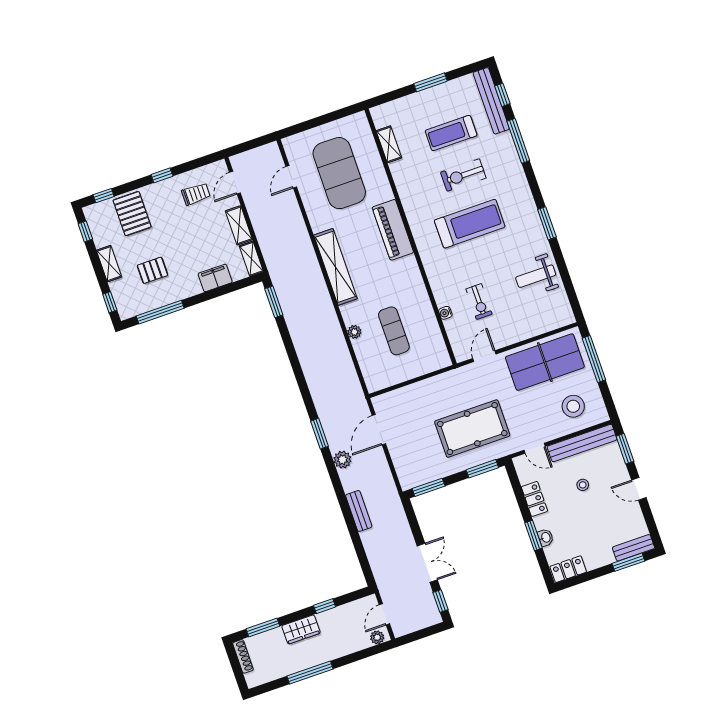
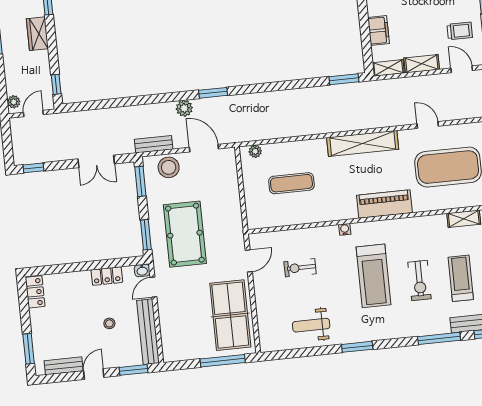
exercise bike: (463, 175) -> (419, 280), turned 180
door: (291, 177) -> (428, 125), moved
trolley: (196, 194) -> (460, 31), turned -90
weight bench: (536, 276) -> (311, 325), turned -90
water cooler: (445, 313) -> (345, 229), moved
plant: (354, 332) -> (255, 151), moved
door: (484, 356) -> (249, 261), hinge flipped
stool: (573, 406) -> (169, 167), moved
bench: (359, 511) -> (154, 144), moved
window: (533, 535) -> (74, 267), removed
washbasin: (546, 537) -> (142, 270), moved
bench: (633, 548) -> (64, 366), moved, turned 90
double door: (427, 563) -> (96, 161), moved
window: (325, 606) -> (56, 84), moved
door: (384, 614) -> (33, 113), hinge flipped

